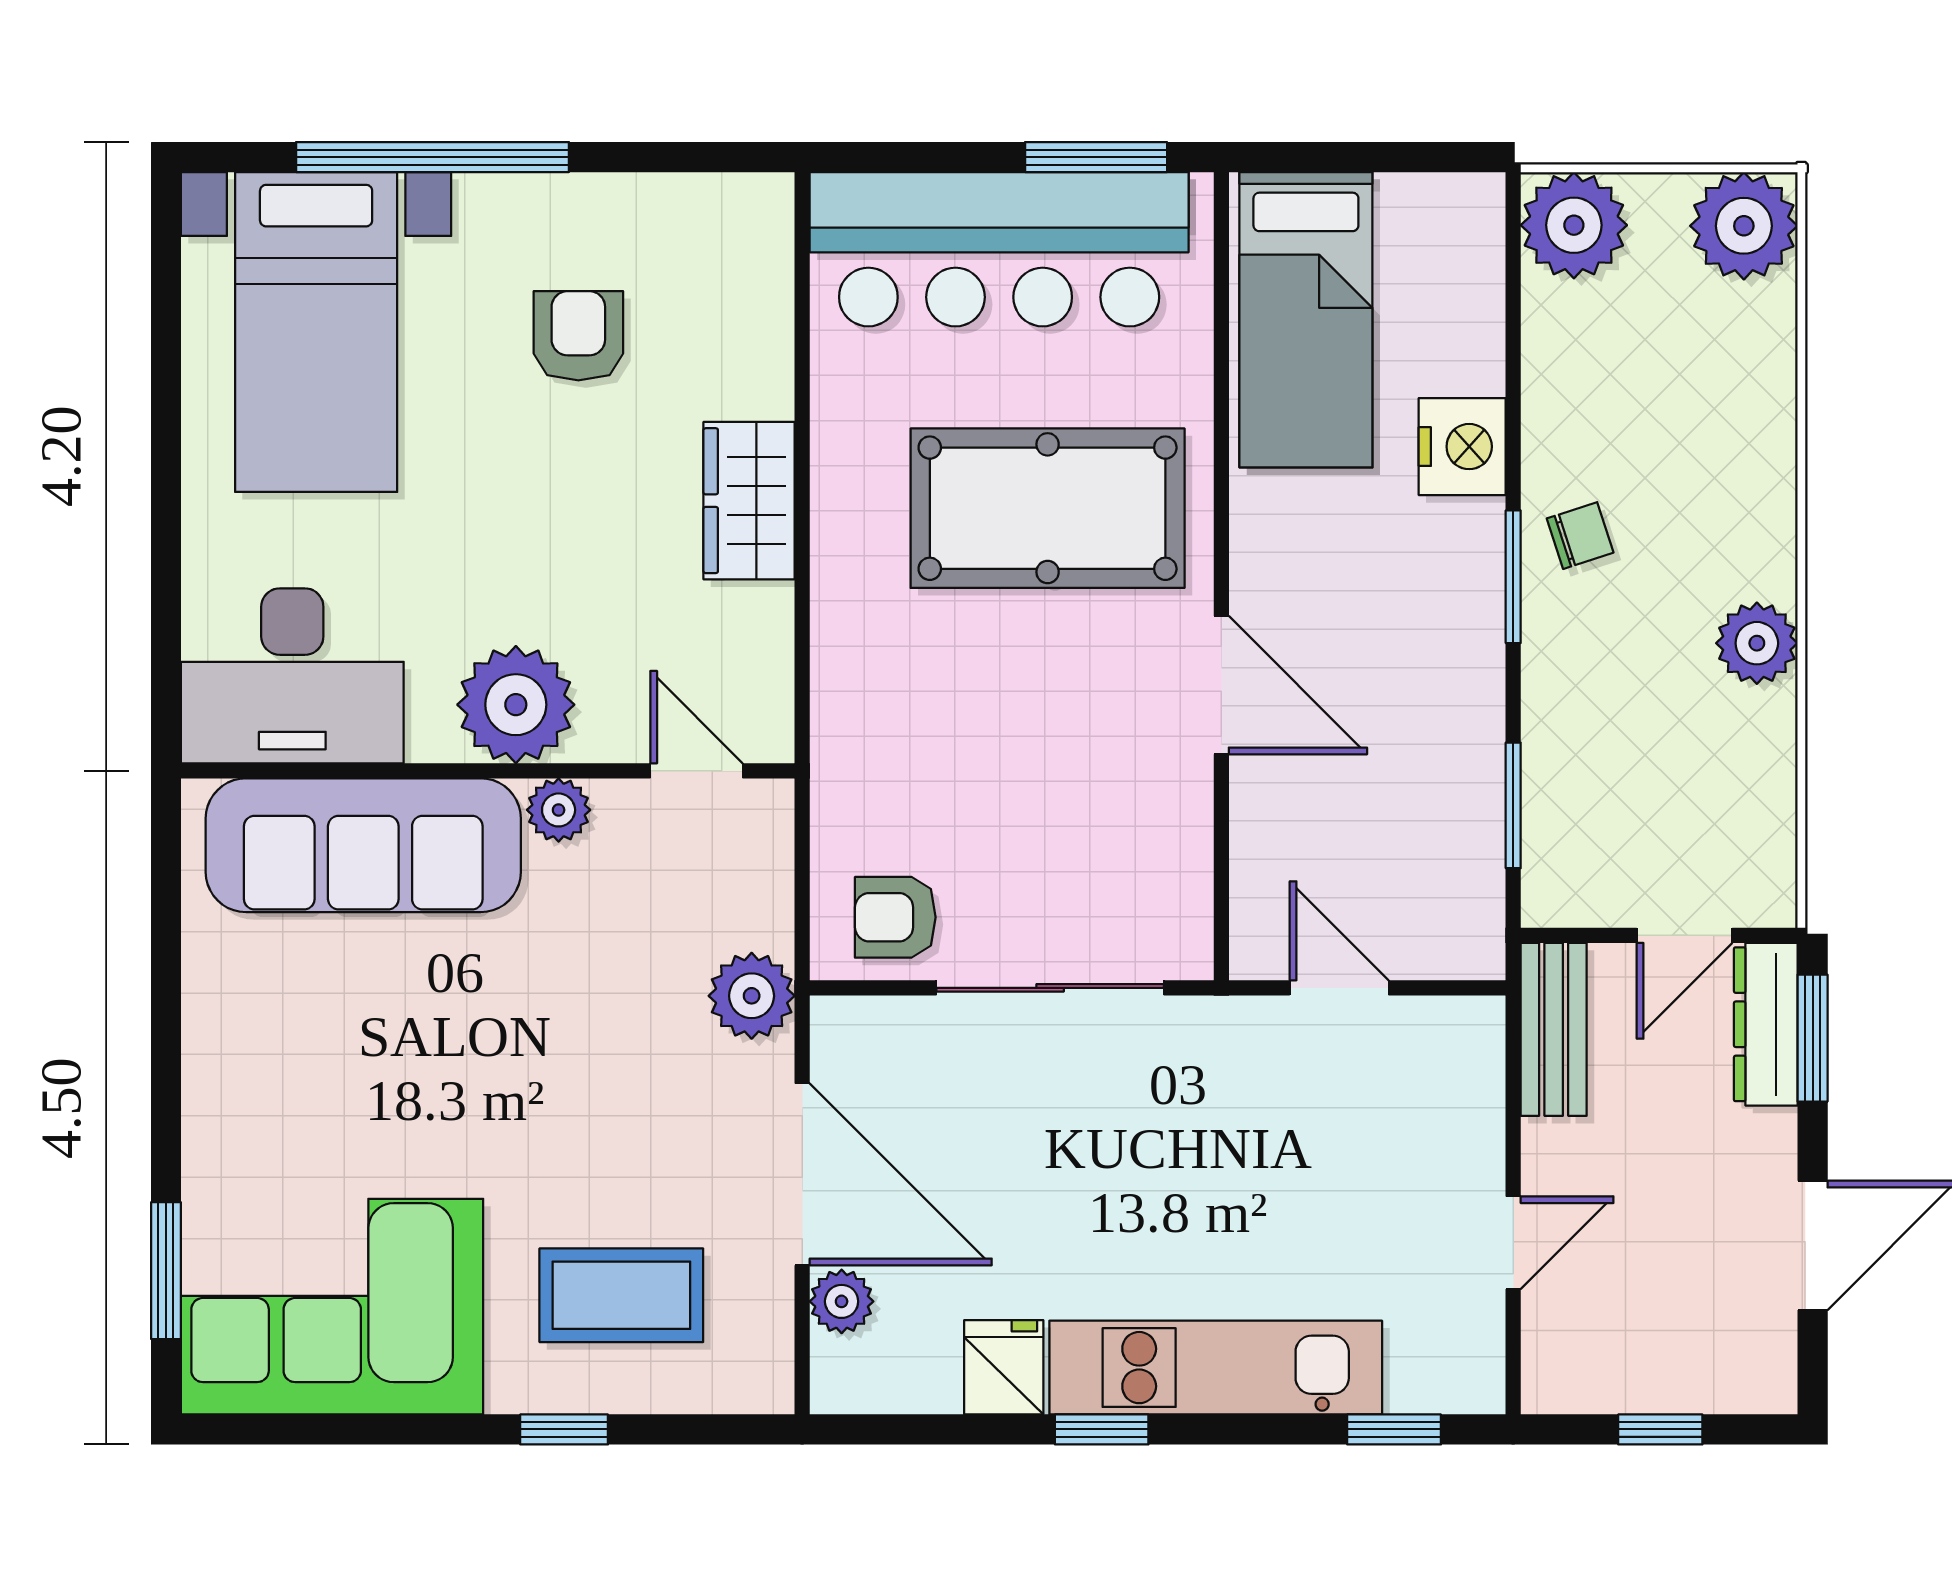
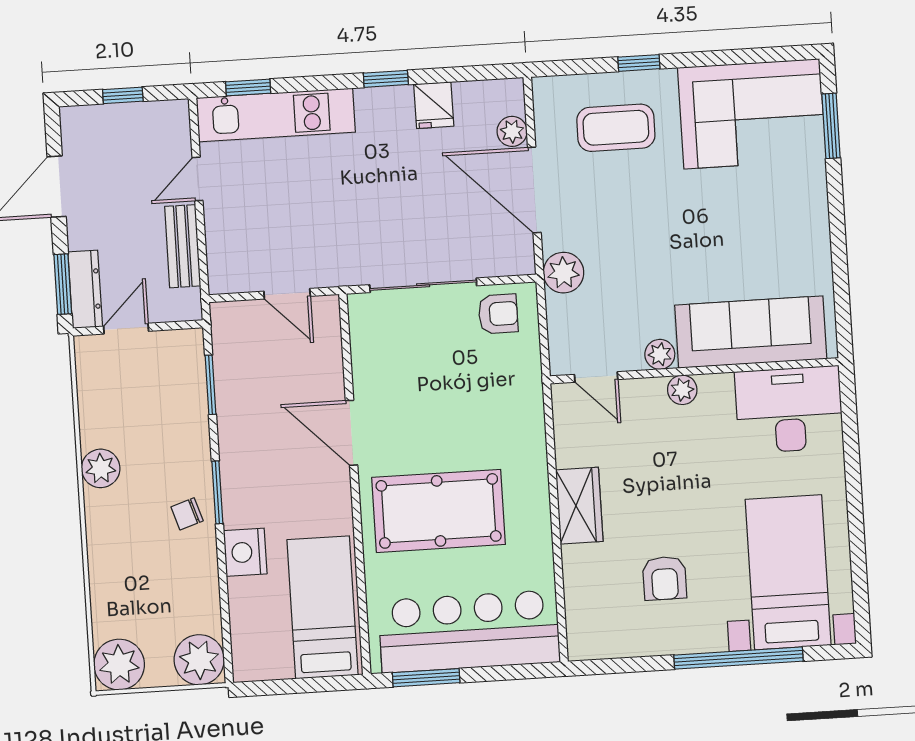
plant: (516, 705) -> (682, 390), width x0.53, depth x0.53
bench: (1554, 1029) -> (183, 246), moved
kitchen unit: (1216, 1368) -> (276, 115), moved

